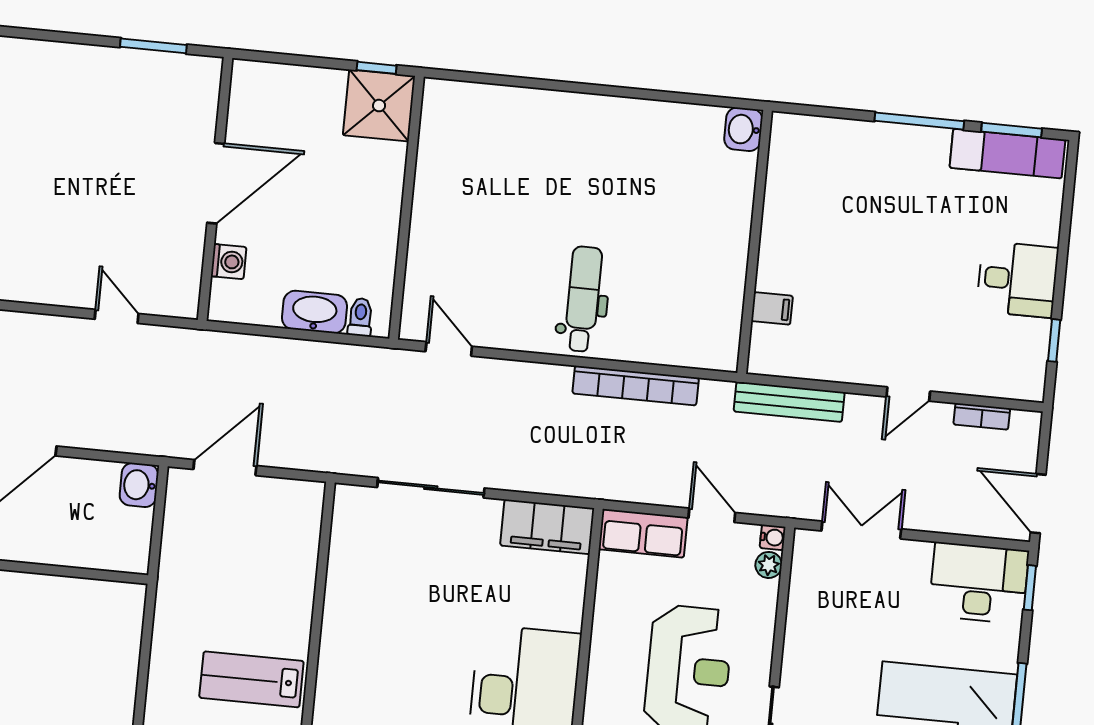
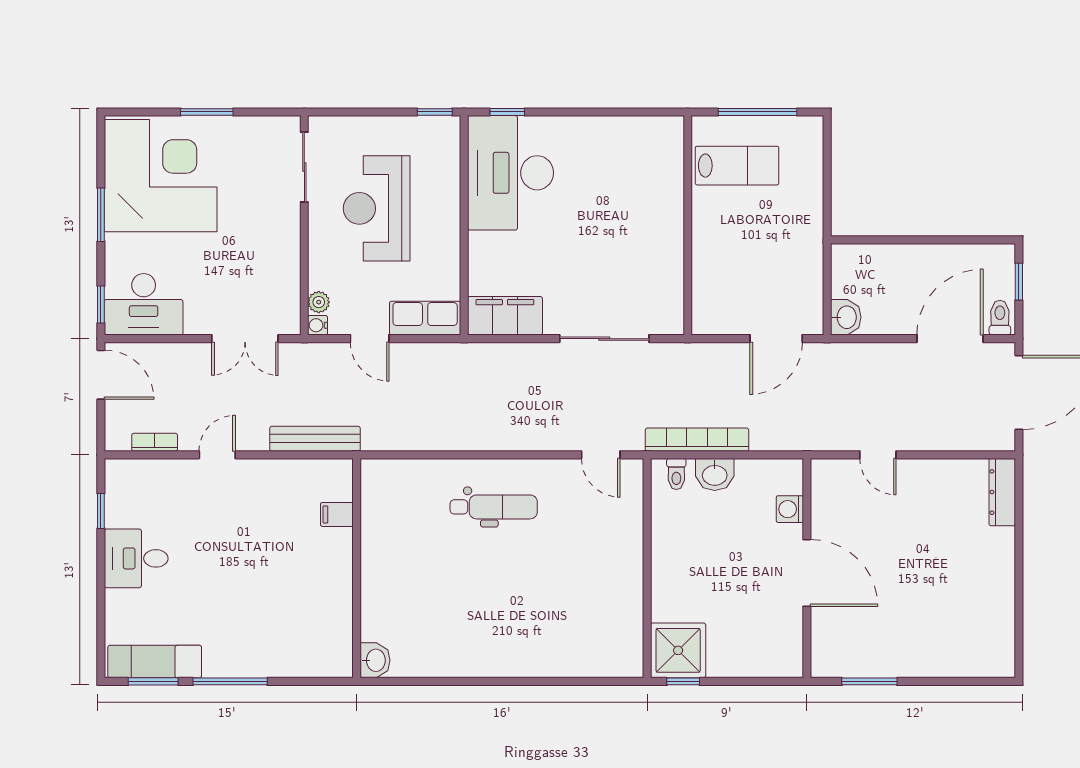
door: (216, 183) -> (807, 573), swing flipped
dental chair: (583, 299) -> (494, 507), turned -90
washbasin: (315, 312) -> (715, 474), width x0.72
bookcase: (636, 386) -> (697, 440), moved

